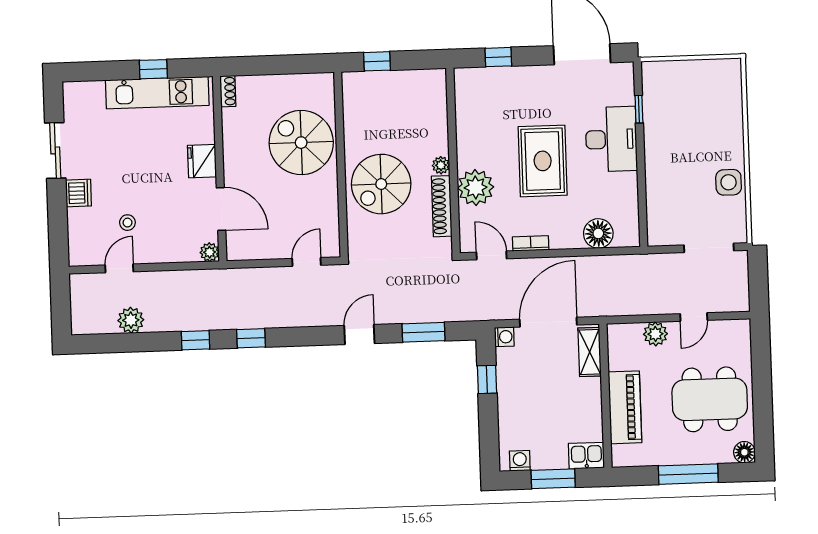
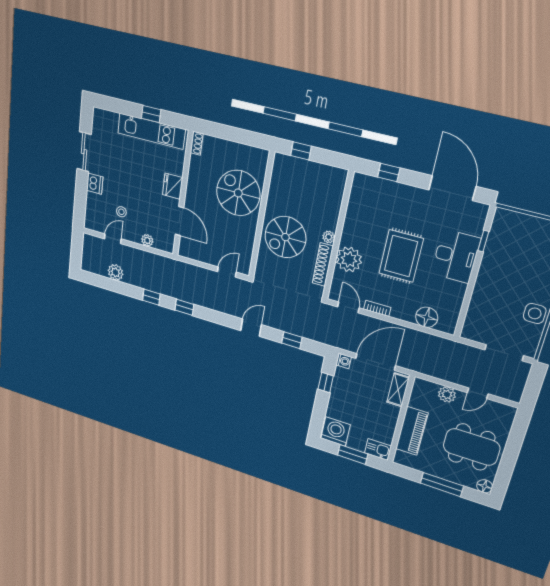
plant: (210, 252) -> (147, 240), moved
window: (423, 332) -> (292, 340), width x0.67
washing machine: (520, 461) -> (335, 432), width x1.89, depth x1.89

